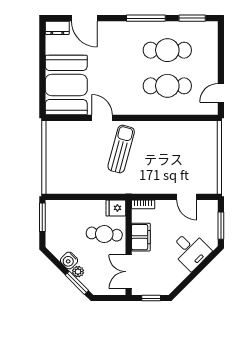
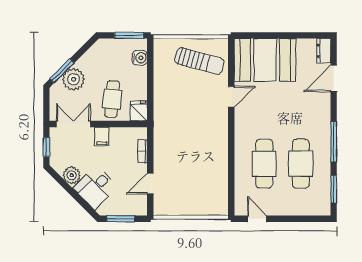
sun lounger: (121, 149) -> (199, 61), moved
bookcase: (143, 204) -> (143, 151), moved
filing cabinet: (141, 237) -> (102, 137), width x0.50
water cooler: (69, 260) -> (140, 58), moved, turned 135
plant: (78, 272) -> (73, 79), width x1.87, depth x1.87
plant: (179, 273) -> (72, 175), added

